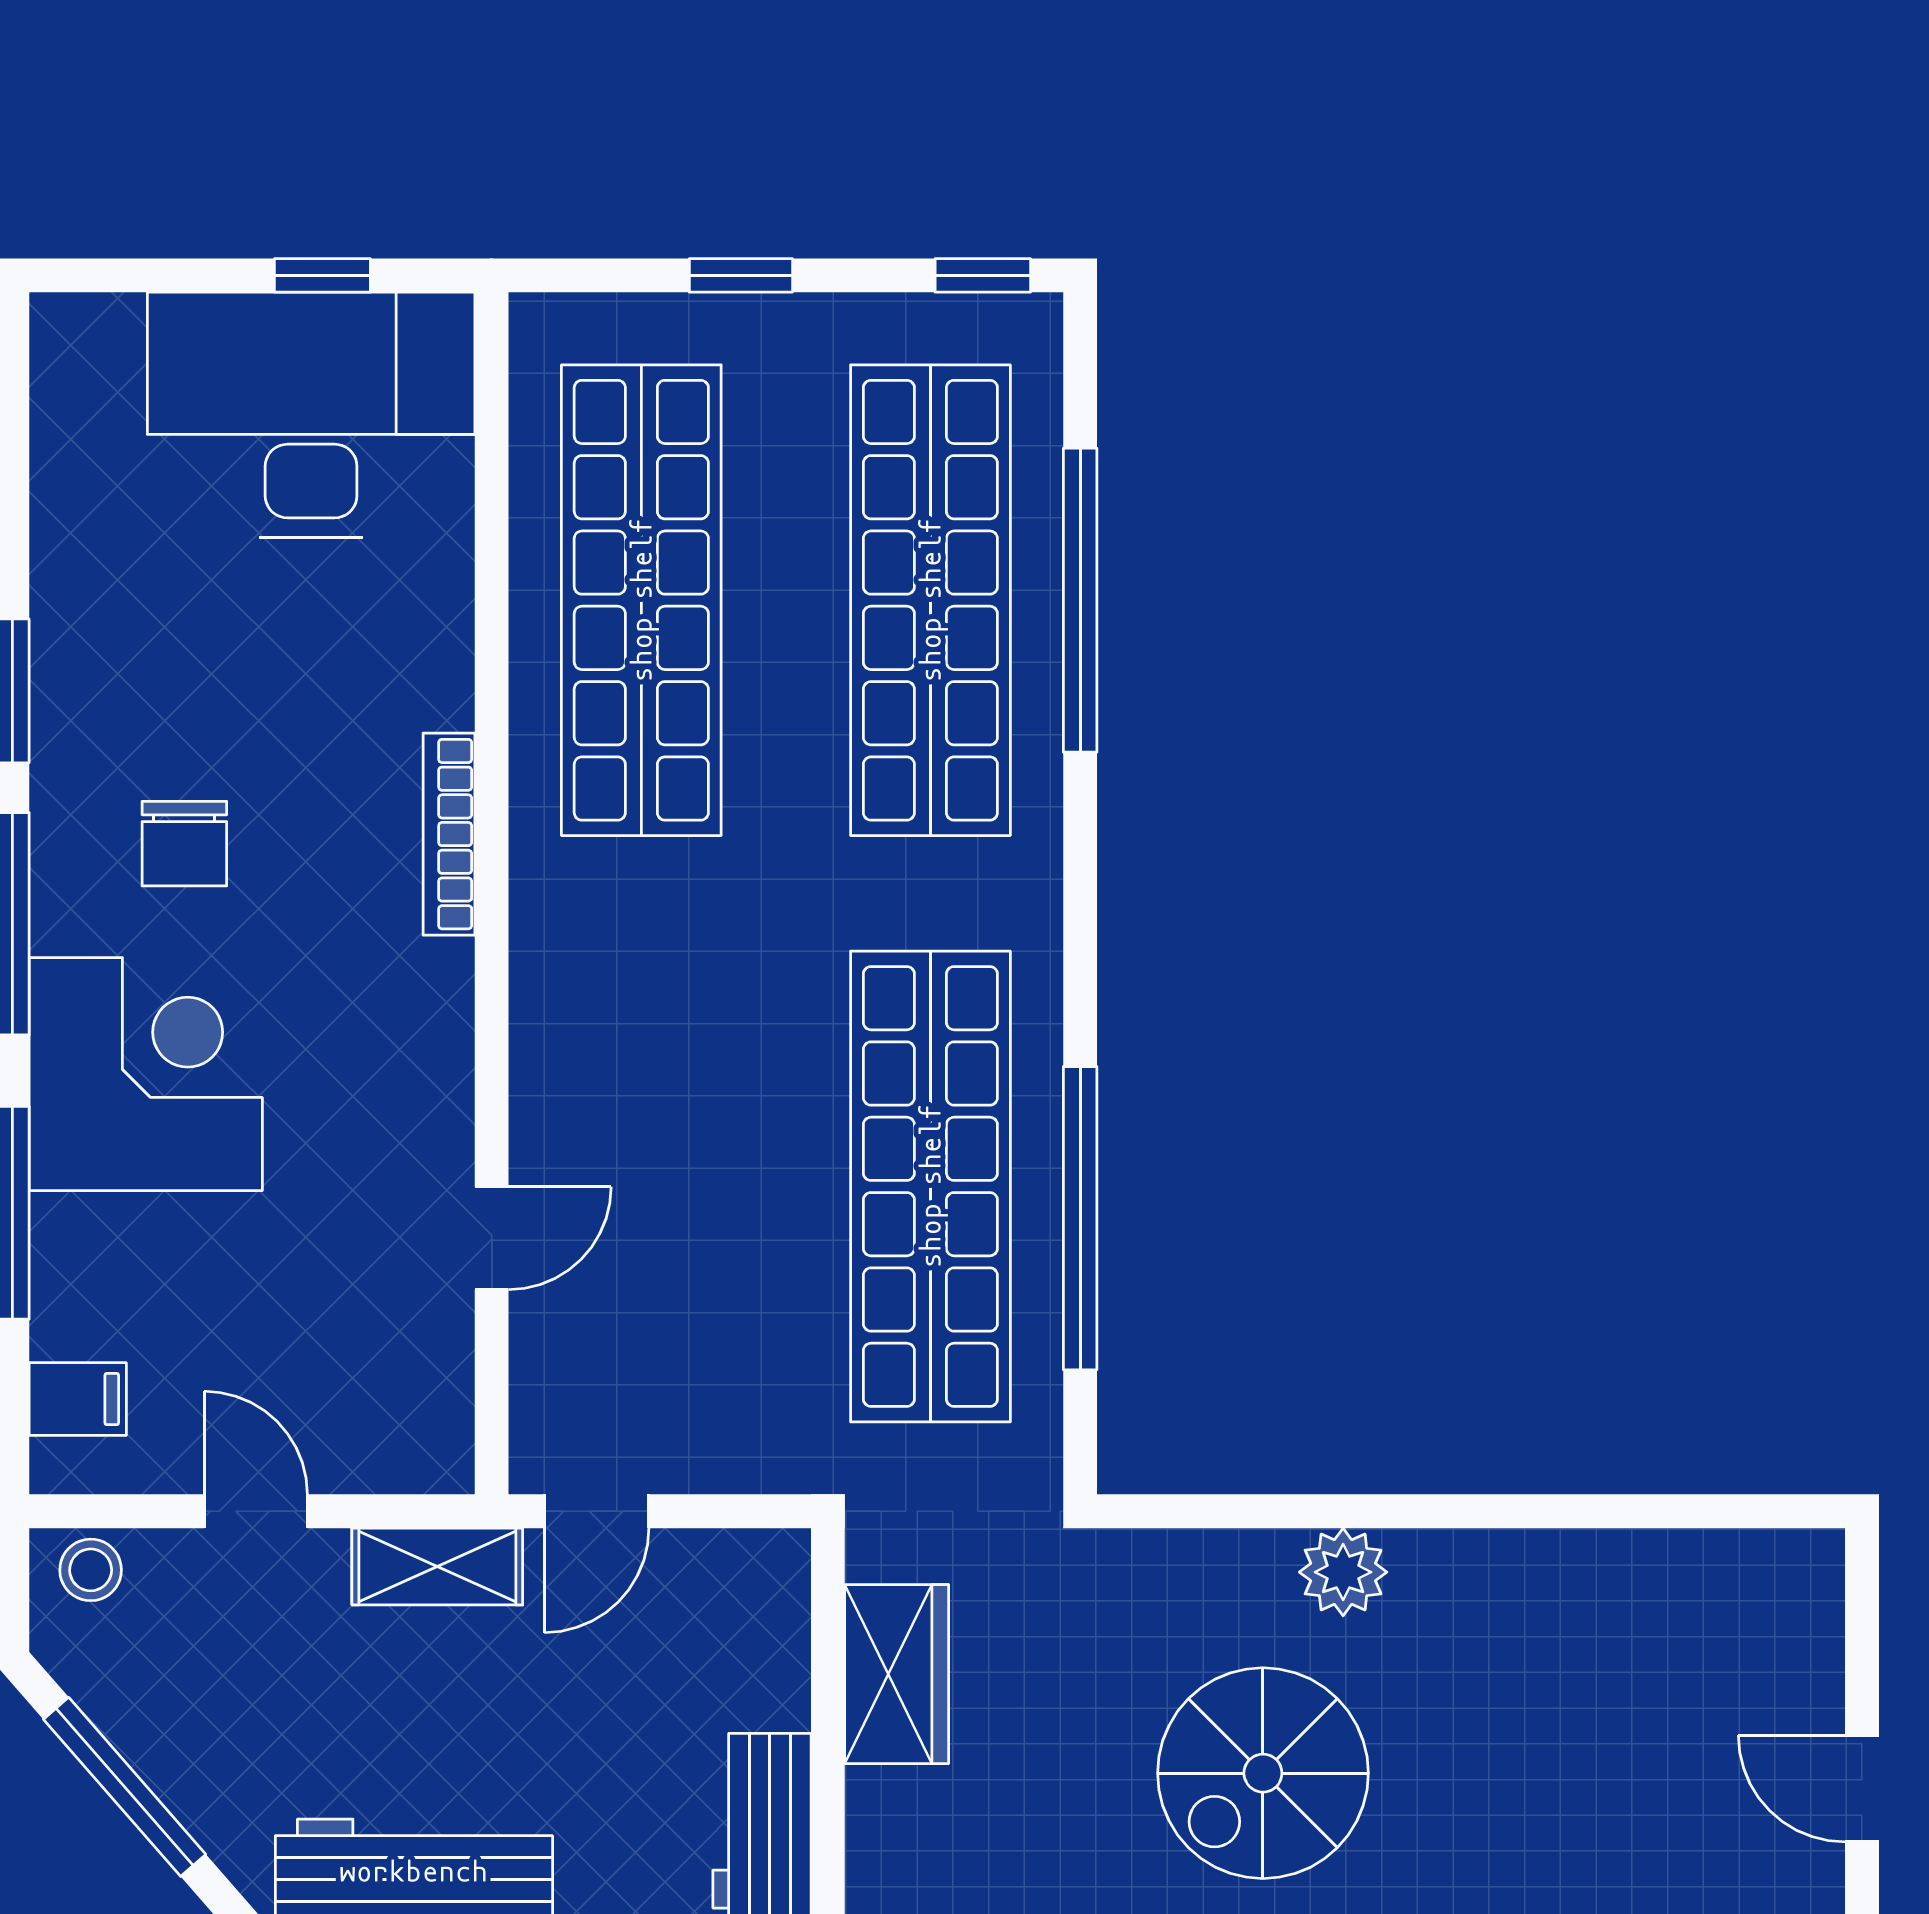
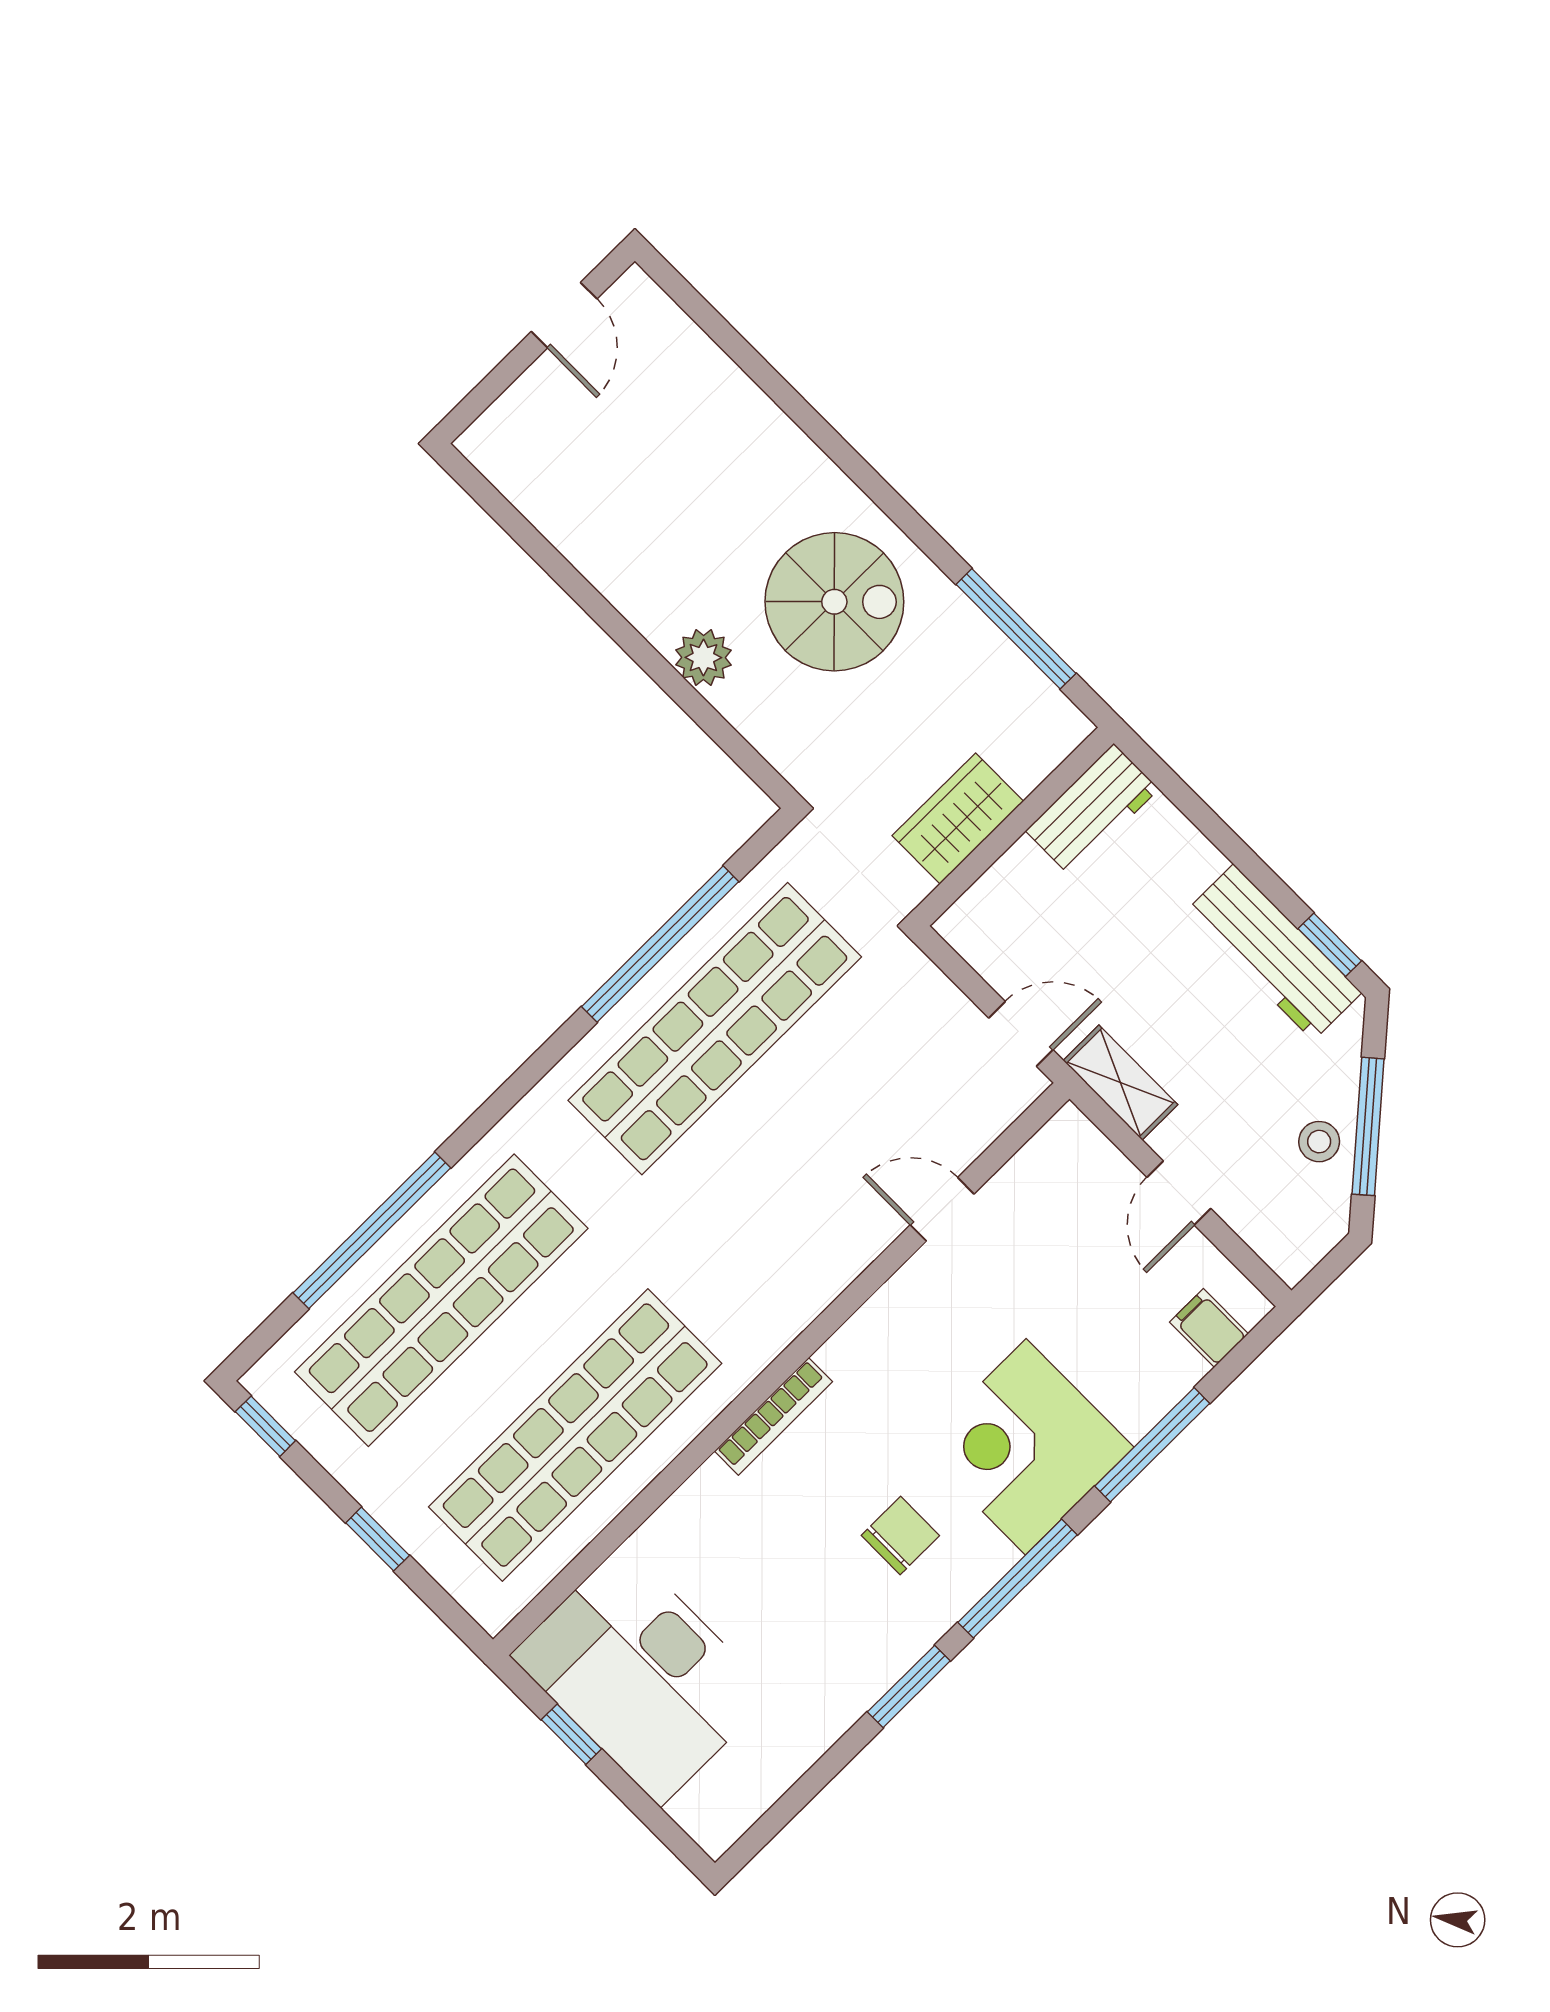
stool: (91, 1570) -> (1319, 1142), moved

